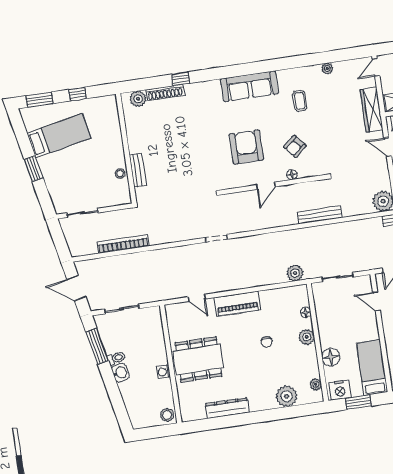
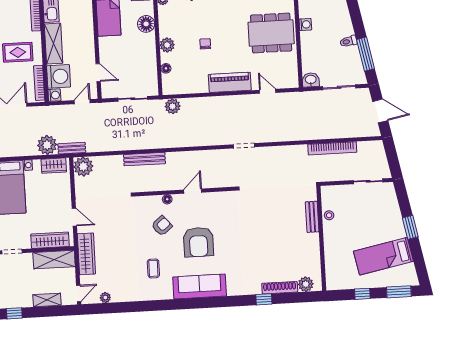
plant: (327, 68) -> (105, 298), moved
armchair: (246, 147) -> (198, 242), moved
washbasin: (120, 373) -> (311, 80), moved, turned 101

